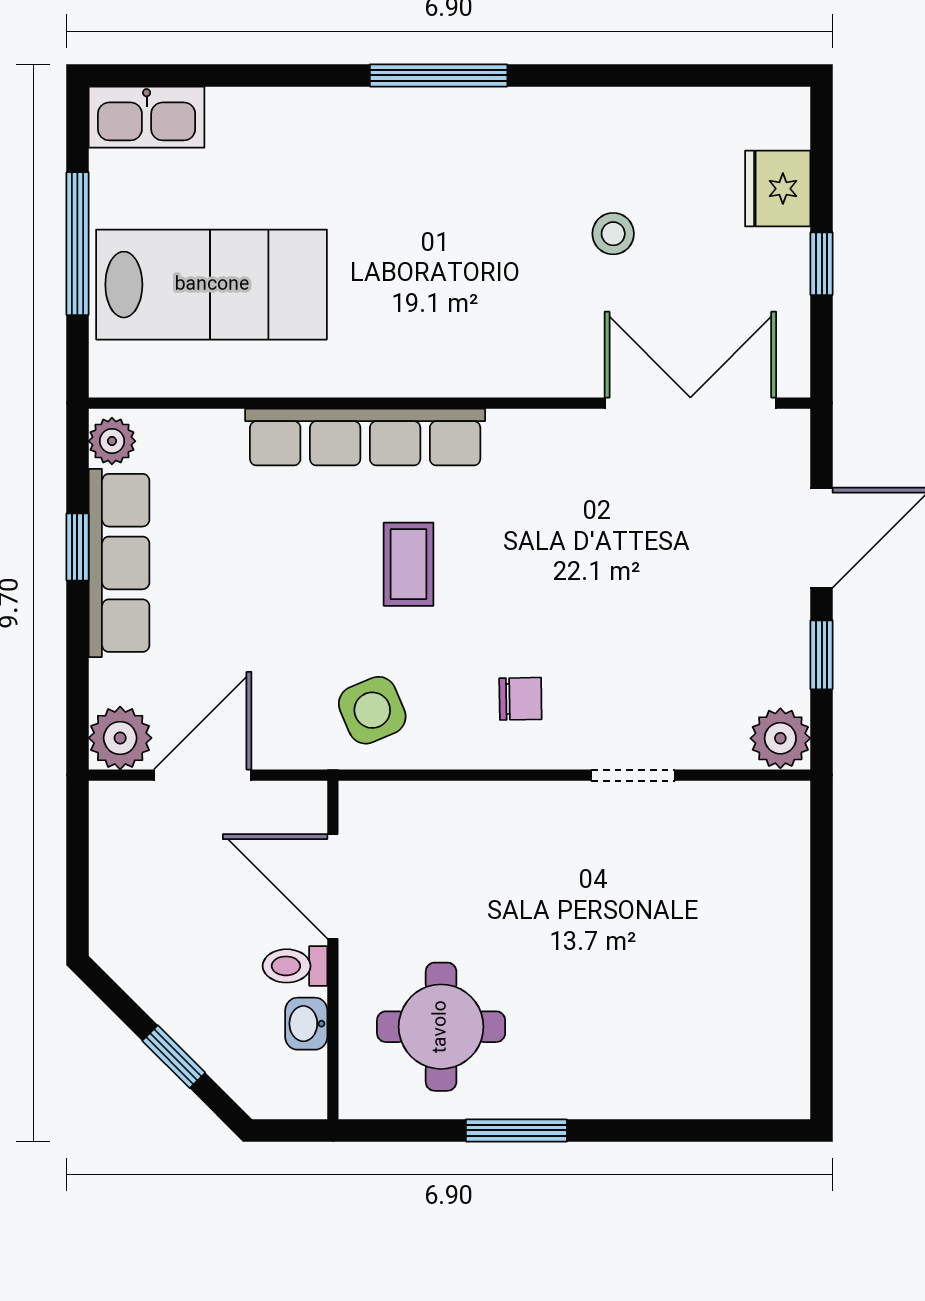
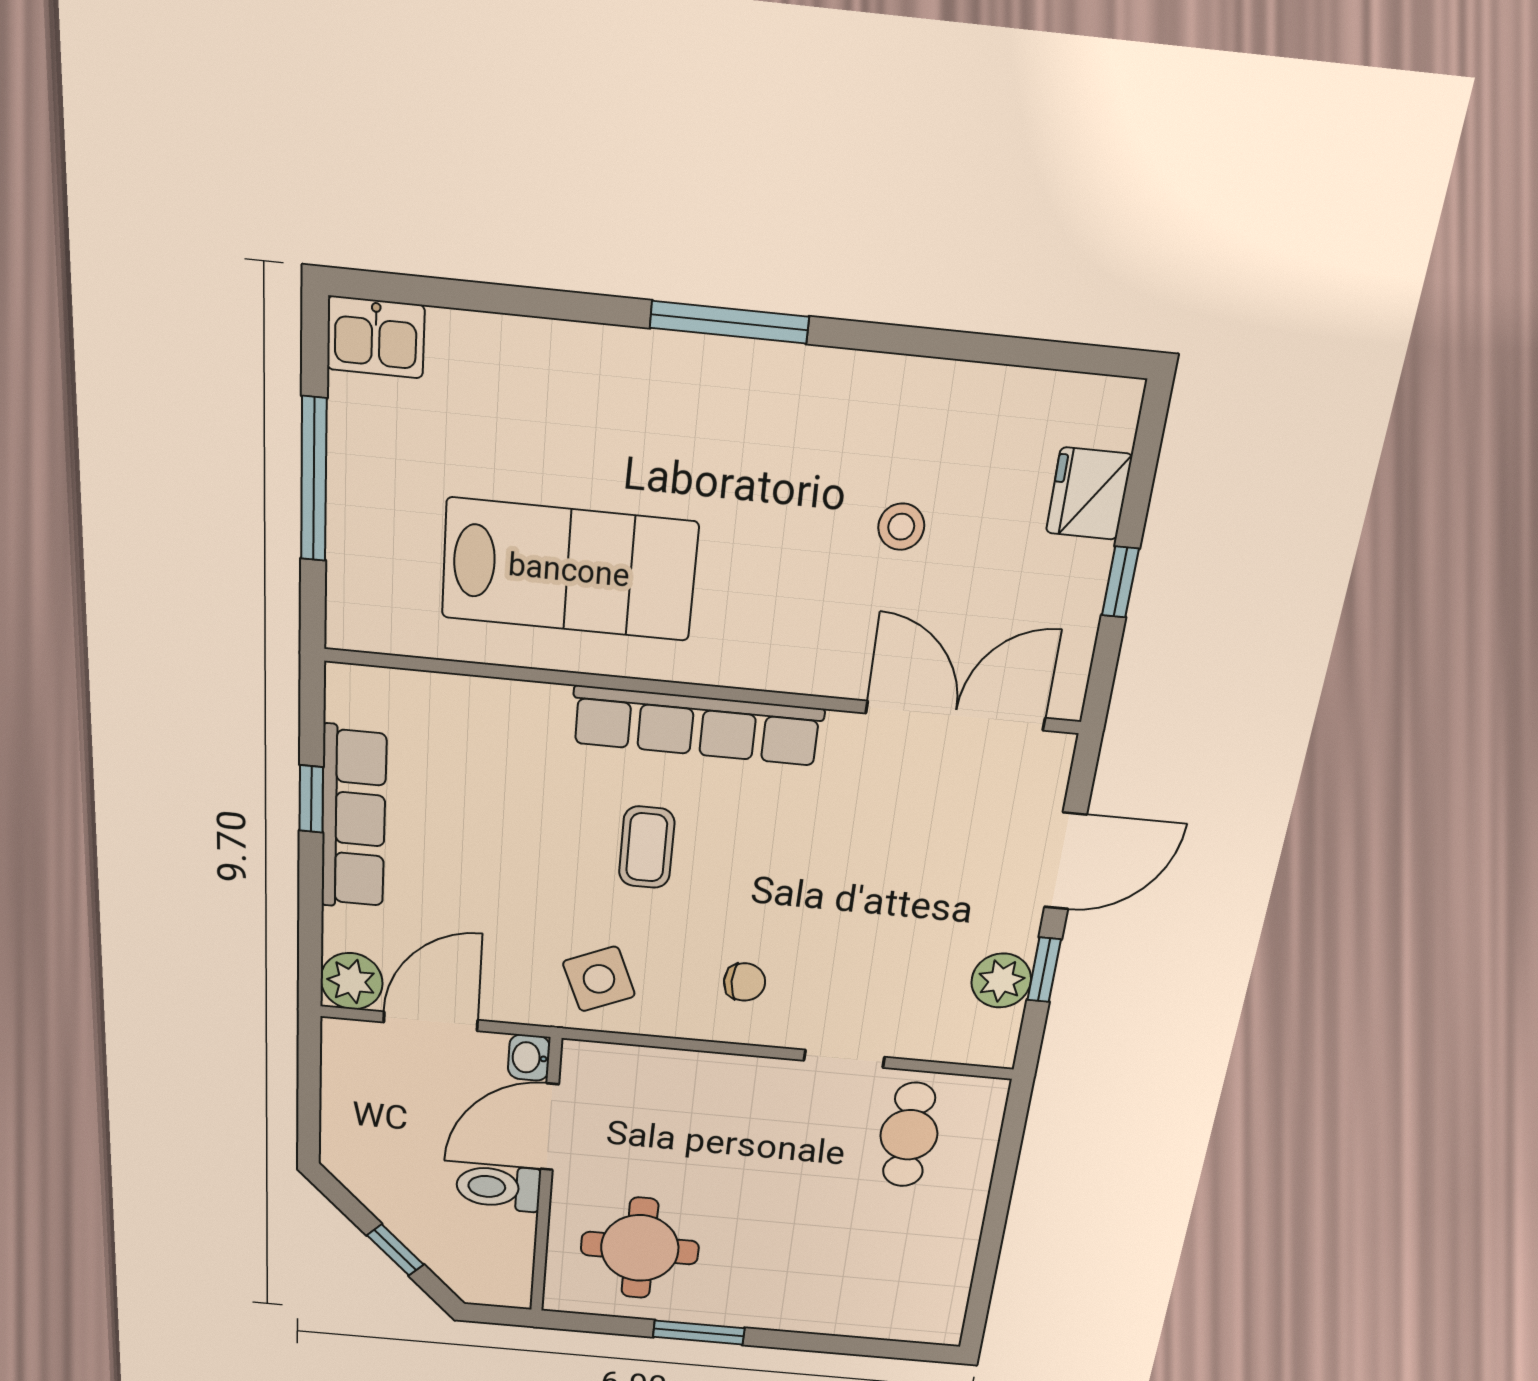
kitchen sink: (147, 117) -> (376, 337), width x0.73
lab bench: (212, 285) -> (569, 570), moved
row of seats: (365, 437) -> (697, 726), moved
plant: (112, 441) -> (348, 696), removed
plant: (780, 738) -> (1001, 981), moved
cafe table: (713, 857) -> (909, 1135), added
door: (333, 886) -> (550, 1127), hinge flipped
toilet: (295, 966) -> (498, 1187), width x1.37, depth x1.39
washbasin: (306, 1024) -> (529, 1058), moved

